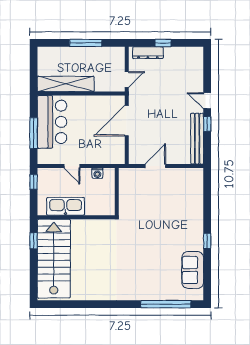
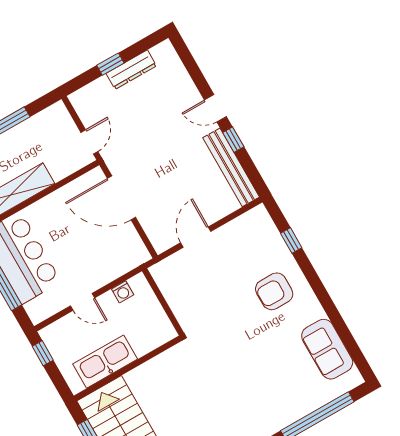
dresser: (148, 53) -> (131, 70), moved
door: (127, 121) -> (121, 198), hinge flipped
armchair: (182, 221) -> (274, 291), added
window: (207, 241) -> (291, 241), moved

